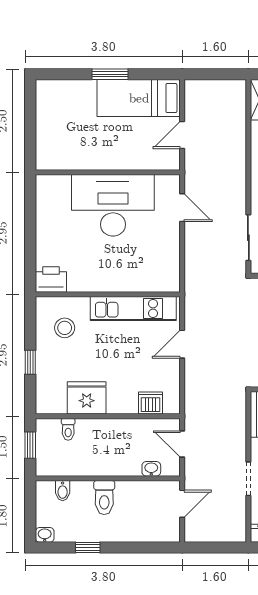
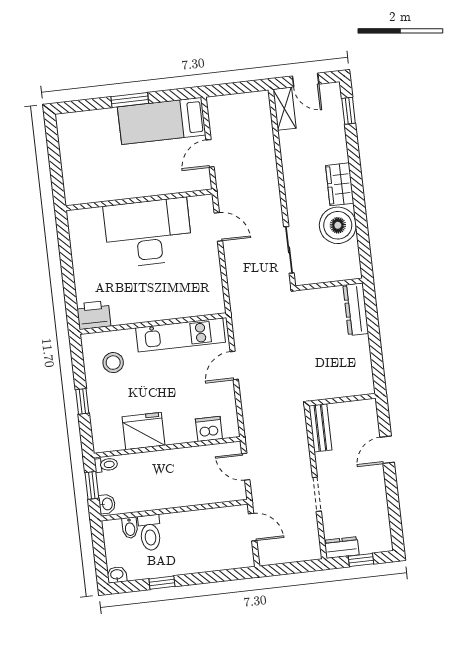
toilet: (68, 429) -> (106, 465), moved, turned -90
washbasin: (151, 469) -> (107, 504), moved, turned 90
toilet: (104, 498) -> (150, 533), moved
door: (182, 504) -> (253, 527), hinge flipped

